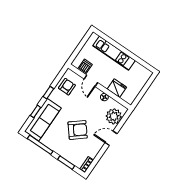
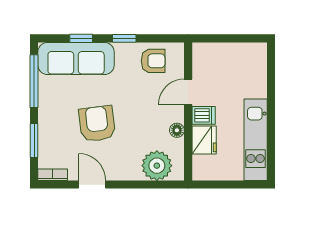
kitchen unit: (114, 53) -> (256, 140), moved
dishwasher: (85, 67) -> (204, 115), moved
armchair: (78, 130) -> (97, 124), turned -148
door: (111, 138) -> (92, 185), moved

